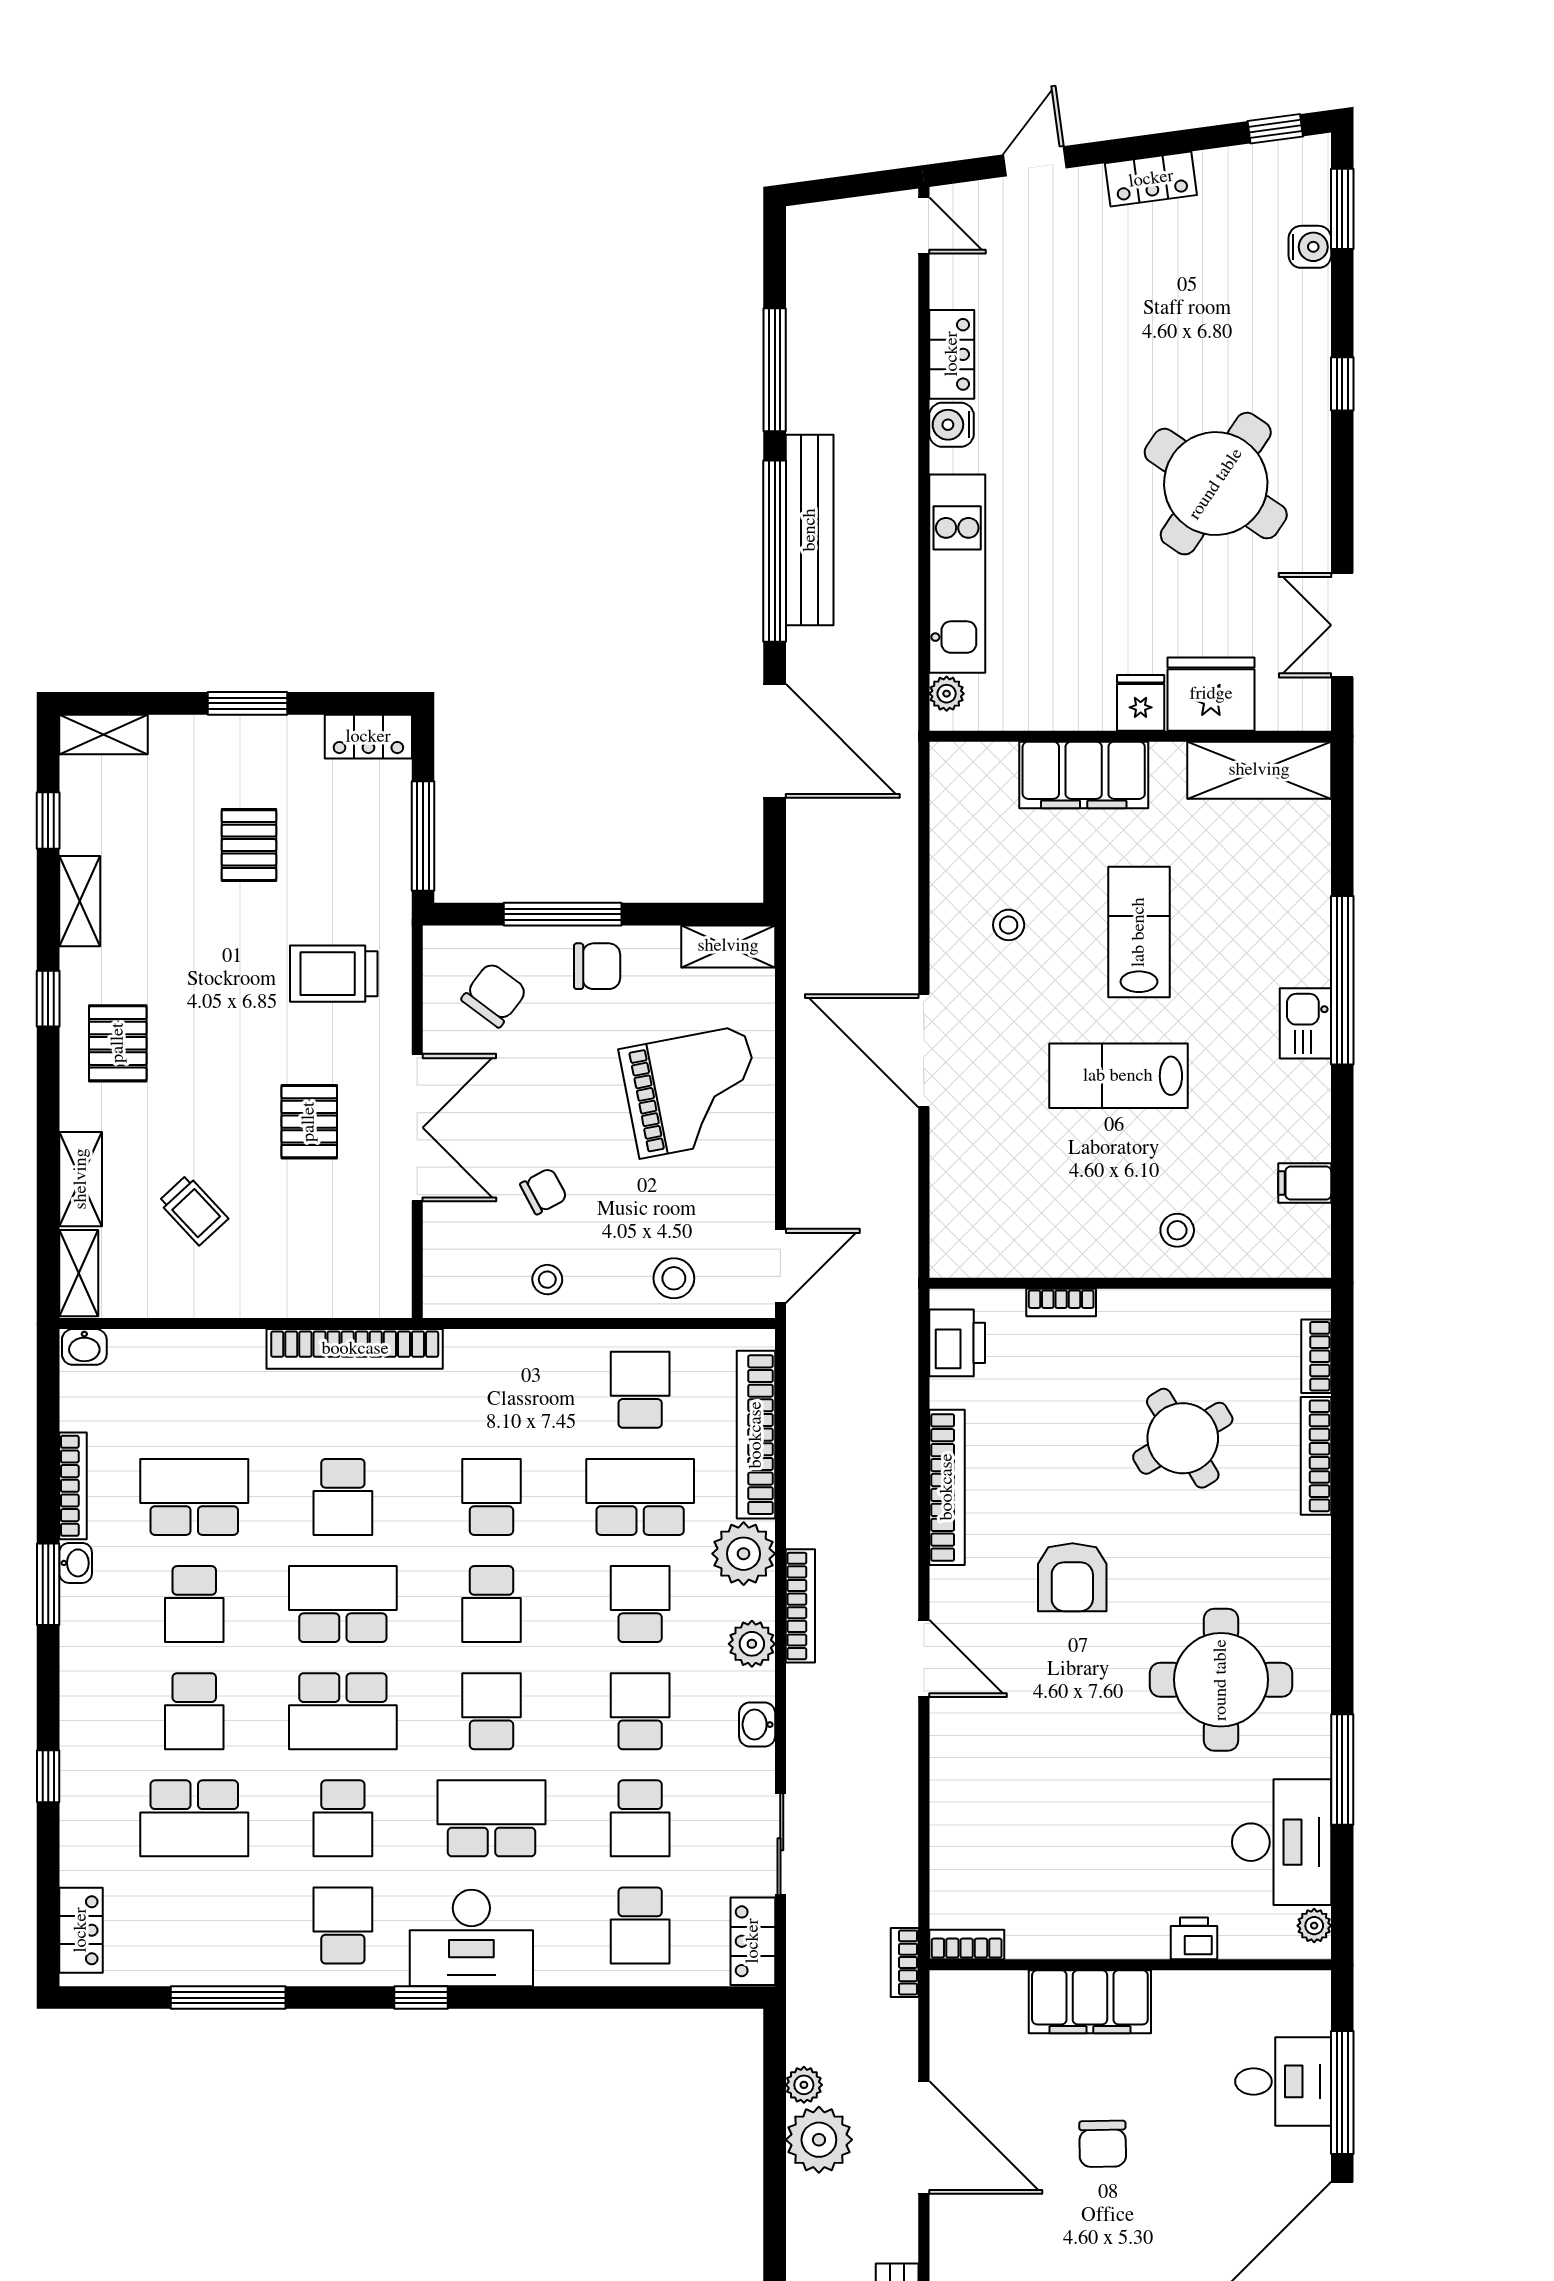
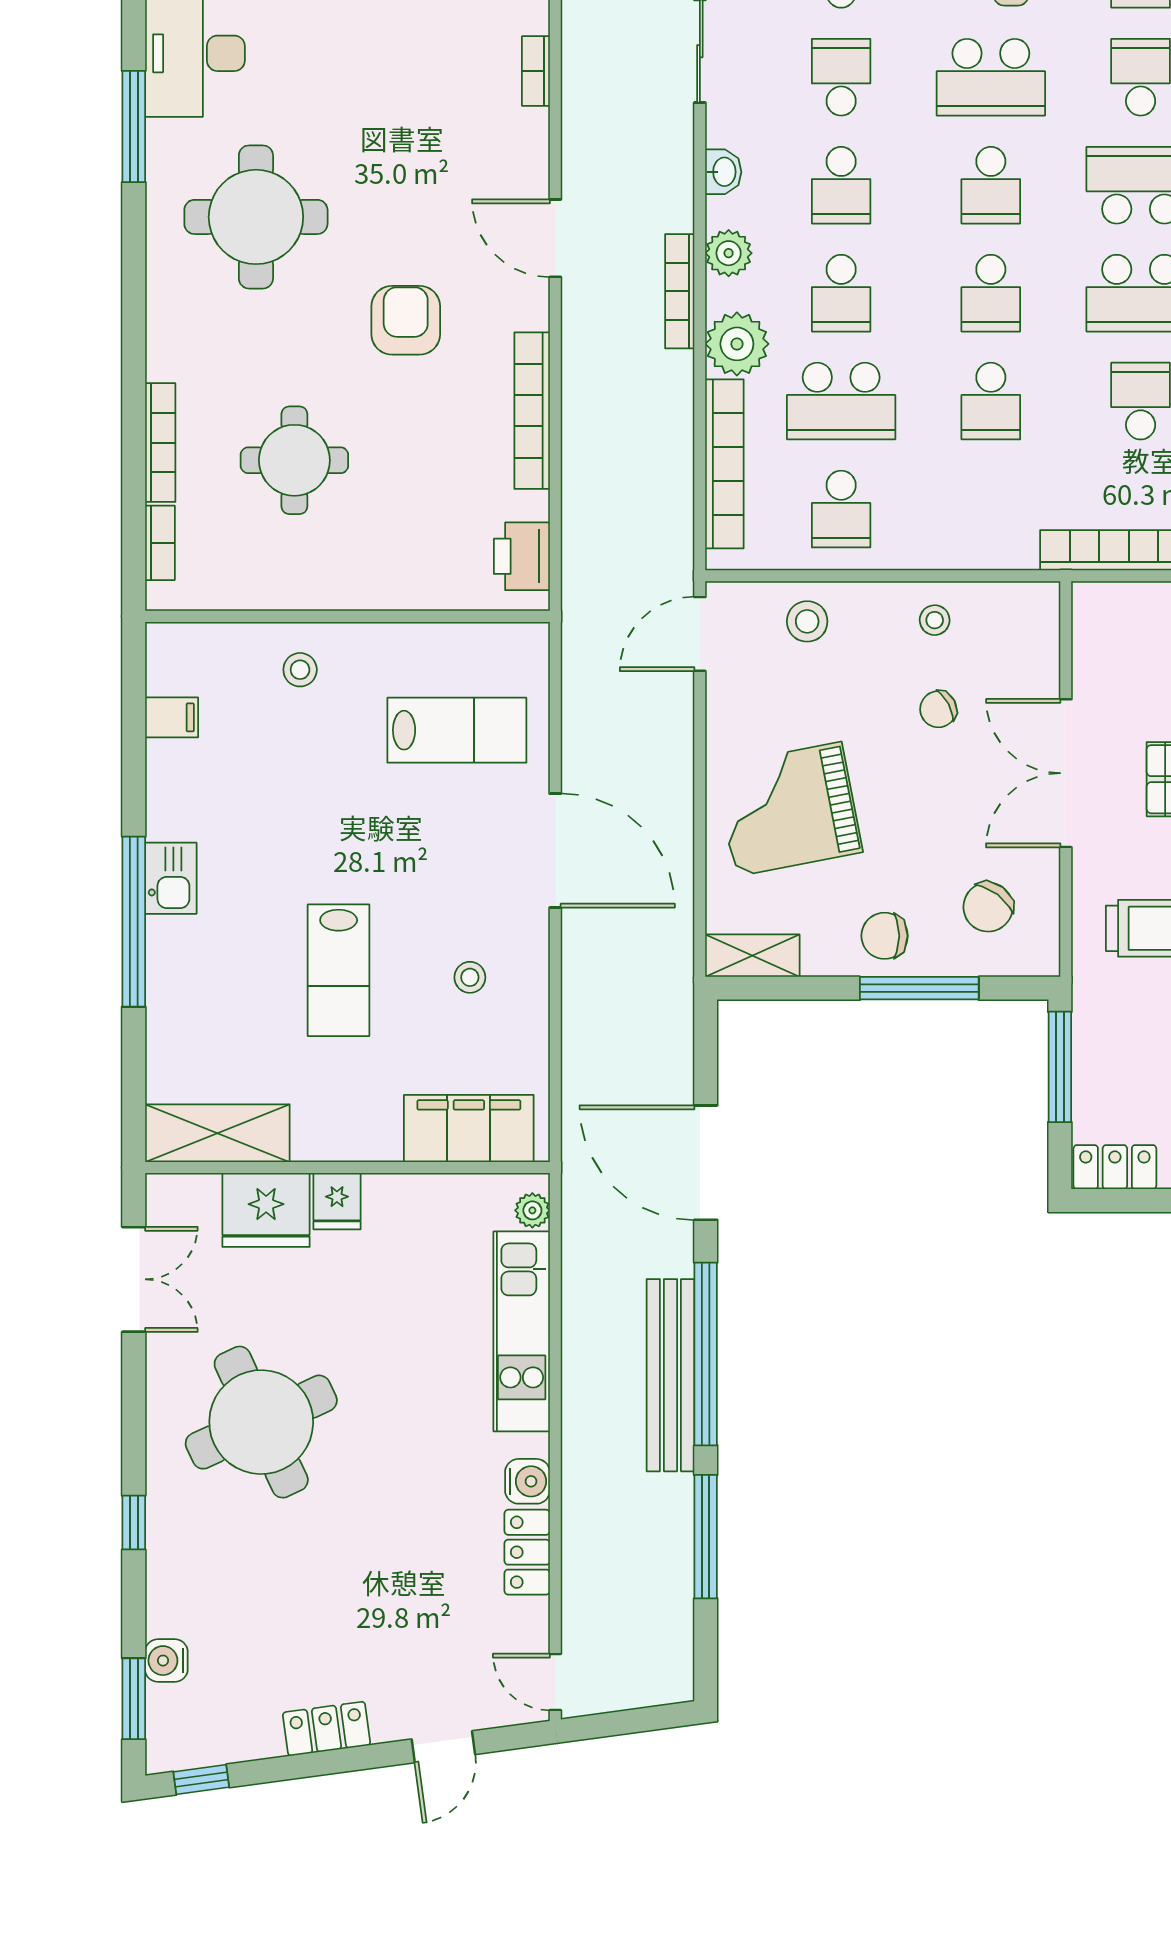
round table: (1216, 484) -> (261, 1422), turned 31
filing cabinet: (1084, 775) -> (469, 1128), moved
lab bench: (1118, 1076) -> (457, 730), moved
bookcase: (1061, 1302) -> (536, 71), moved, turned -90
round table: (1183, 1438) -> (294, 460), turned 31
school desk: (491, 1604) -> (991, 293), turned 180

